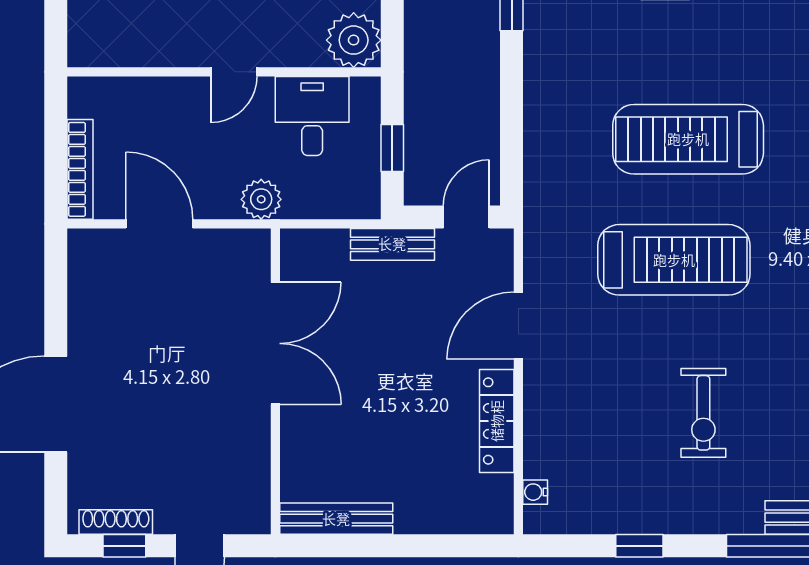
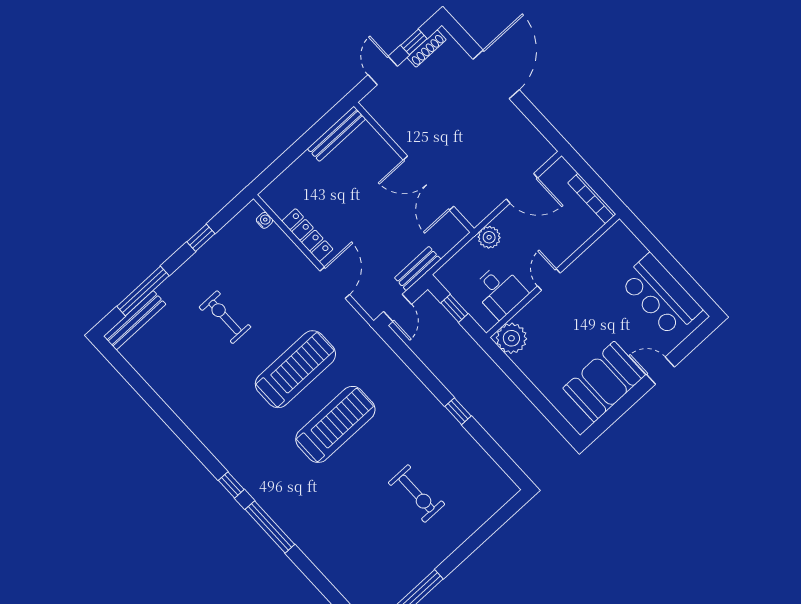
bookcase: (80, 169) -> (592, 199), moved
treadmill: (674, 260) -> (295, 369), turned 180

